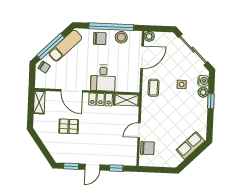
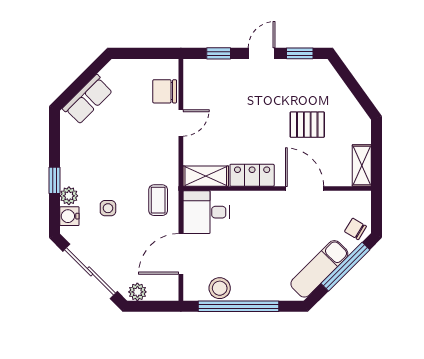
plant: (149, 36) -> (137, 292), moved
chair: (100, 39) -> (258, 284), removed
desk: (103, 78) -> (206, 212), moved, turned -90

